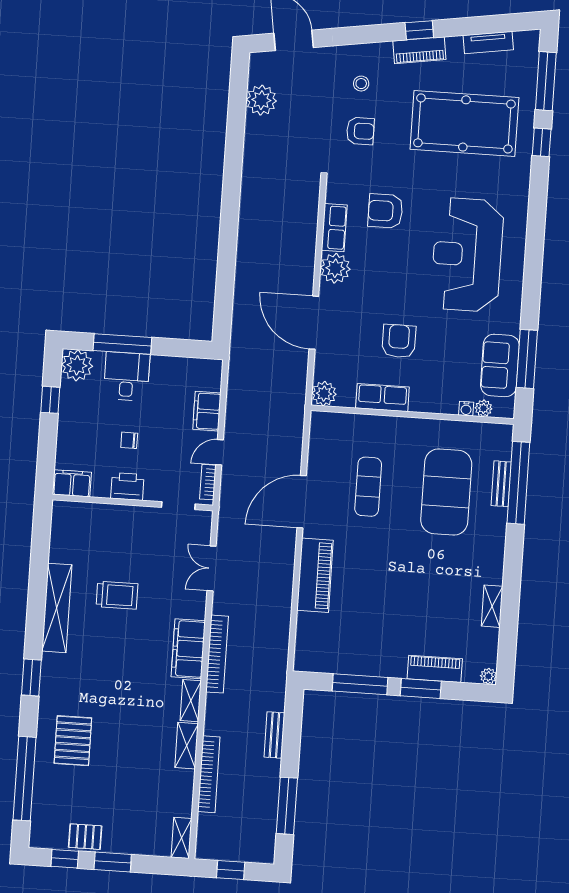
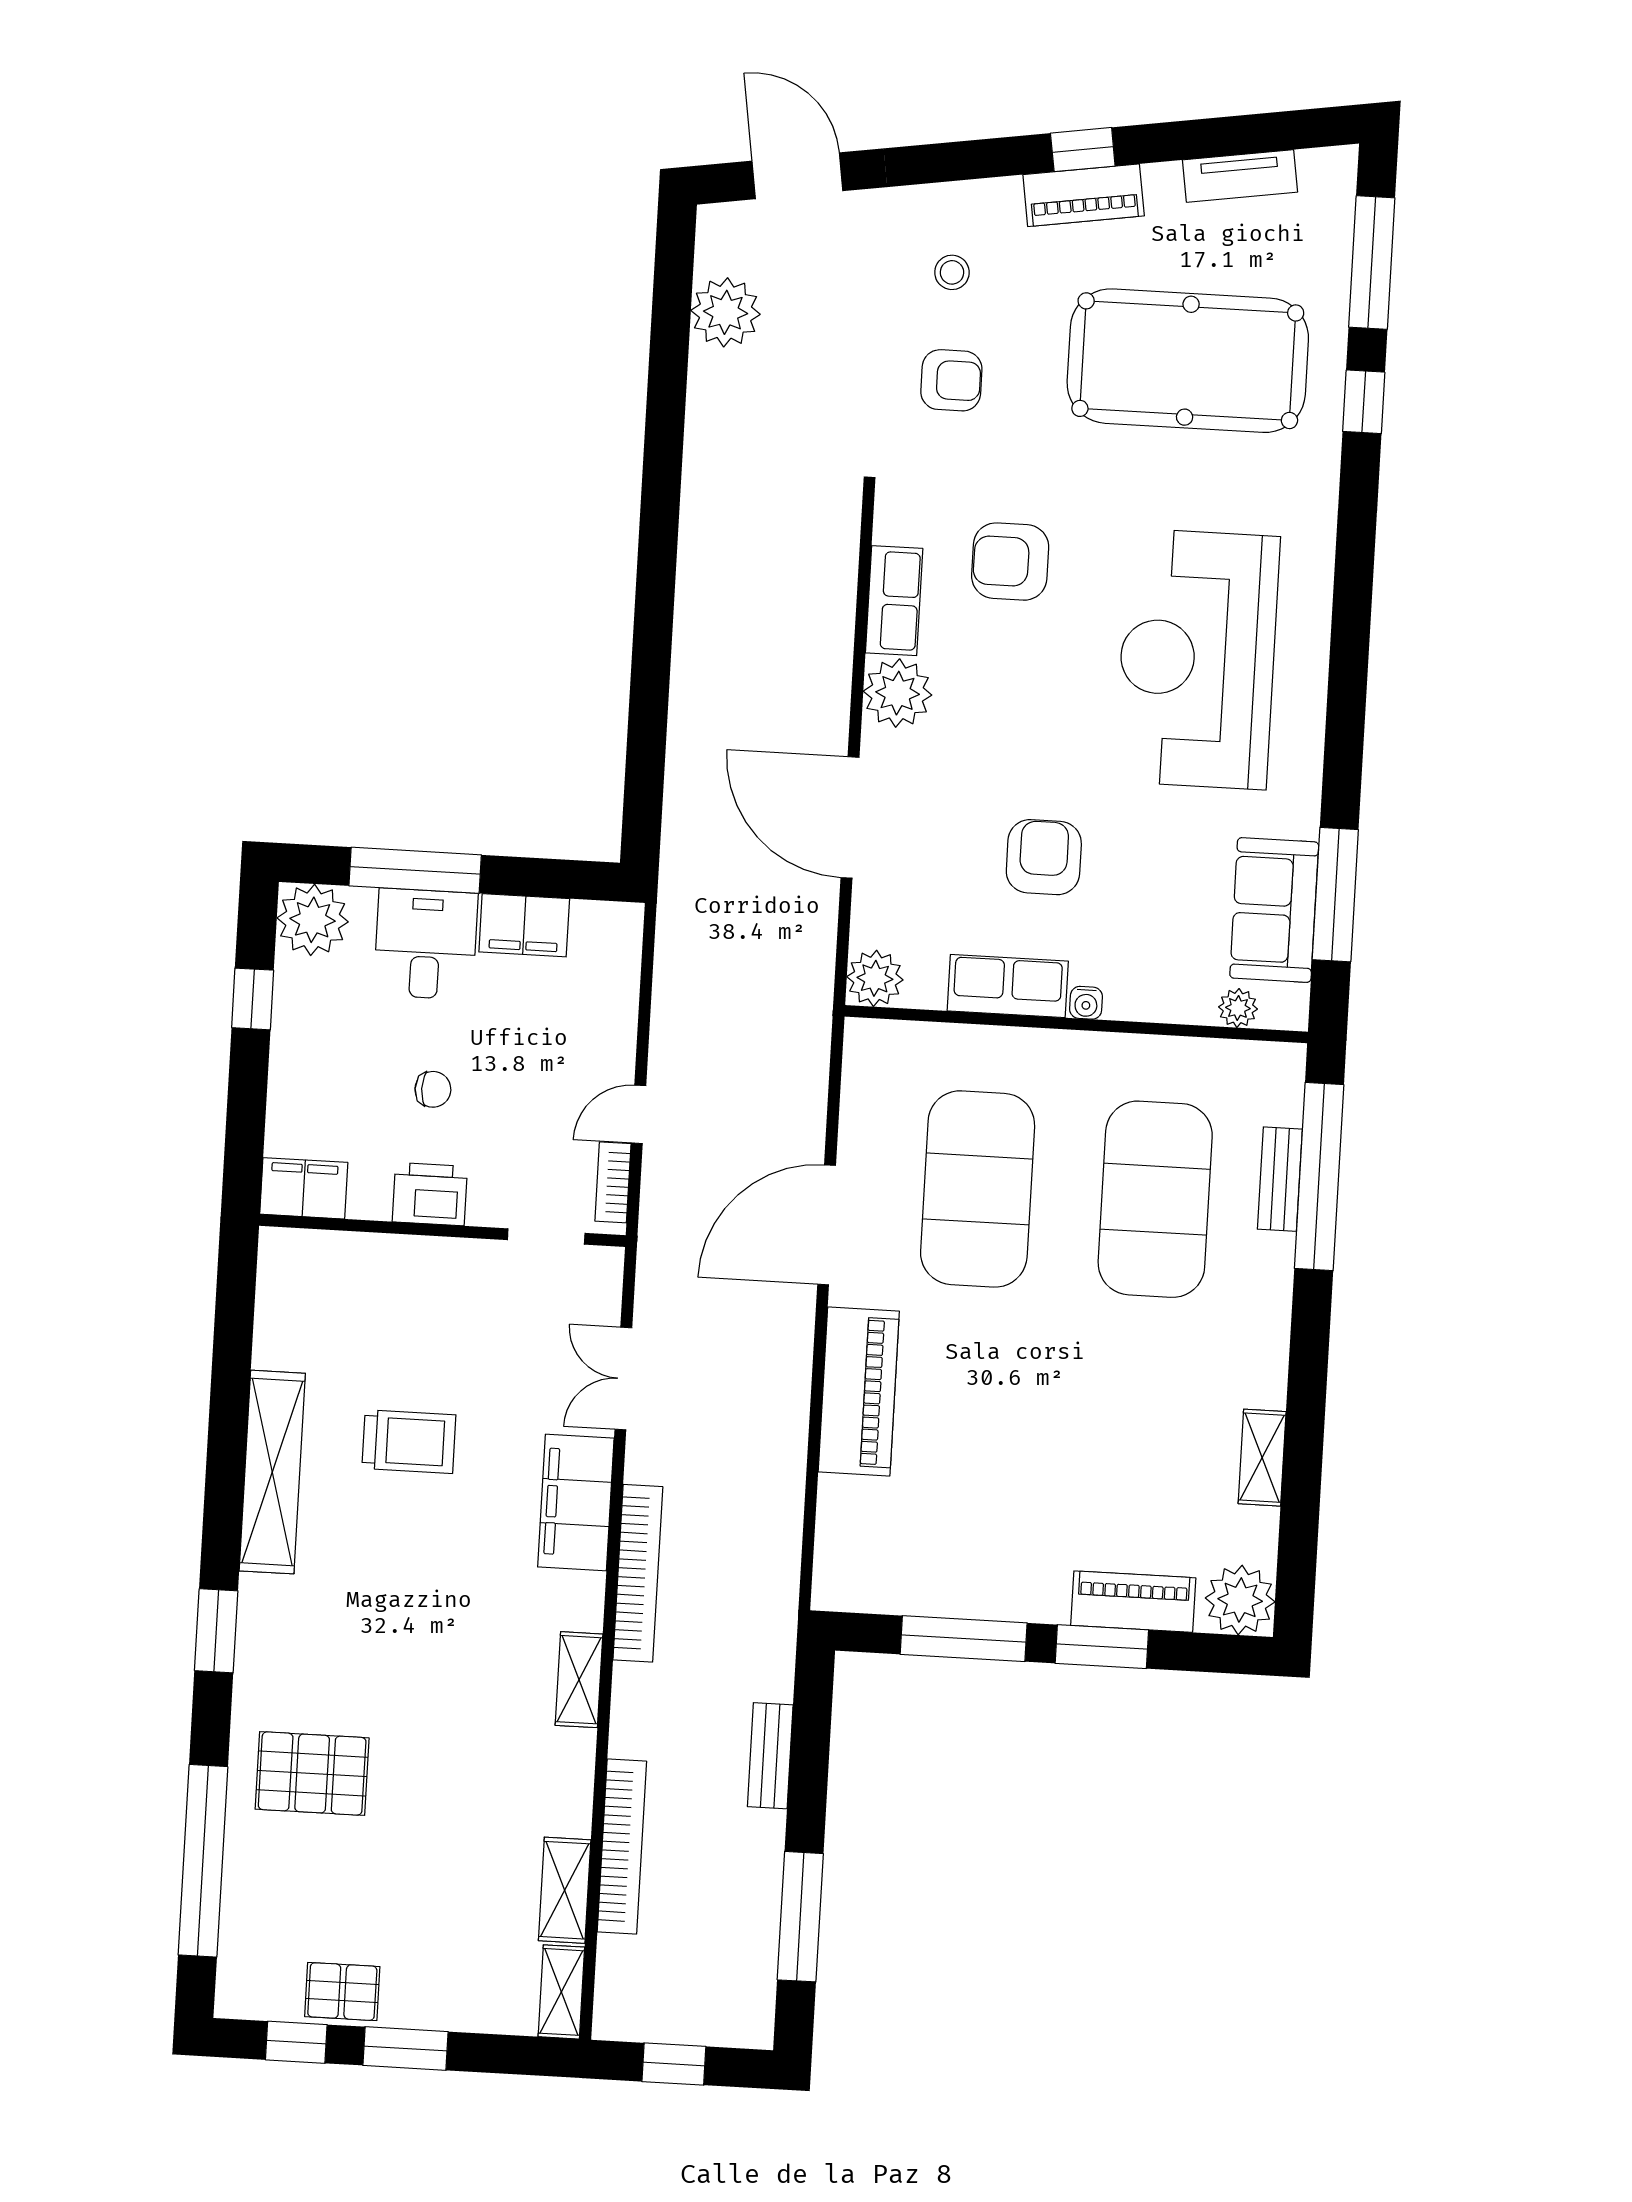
water cooler: (466, 409) -> (1086, 1003), moved
filing cabinet: (207, 411) -> (524, 925), moved, turned -90
chair: (129, 440) -> (433, 1089), turned 180
exercise mat: (368, 487) -> (978, 1189), width x2.00, depth x1.45
filing cabinet: (188, 649) -> (576, 1503), moved
plant: (488, 676) -> (1240, 1600), width x1.88, depth x1.88
pallet: (73, 741) -> (312, 1773), turned 90
shelving: (187, 746) -> (565, 1890), moved

